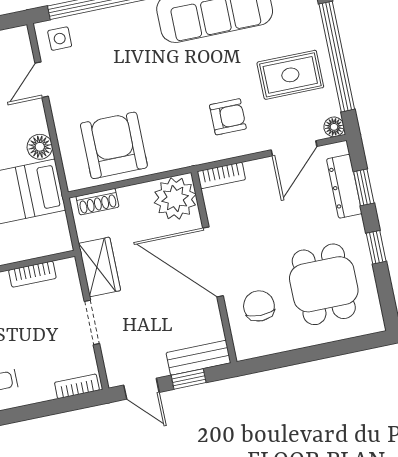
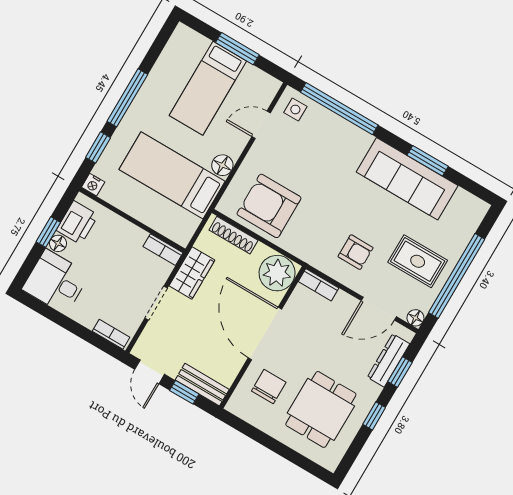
armchair: (114, 145) -> (269, 206), turned -90
shoe rack: (97, 202) -> (233, 235), width x1.43
bookcase: (32, 274) -> (163, 250), moved

